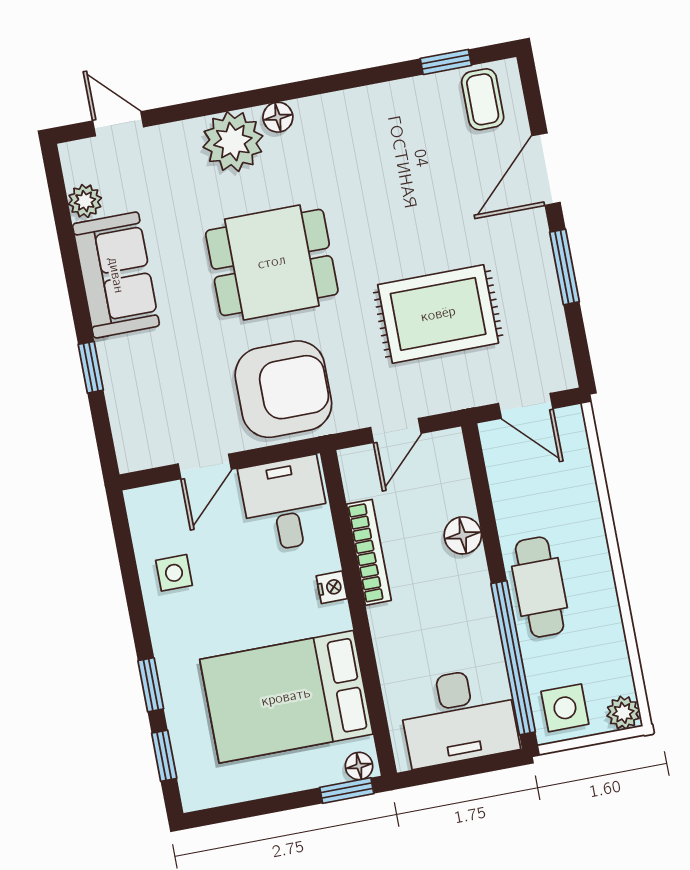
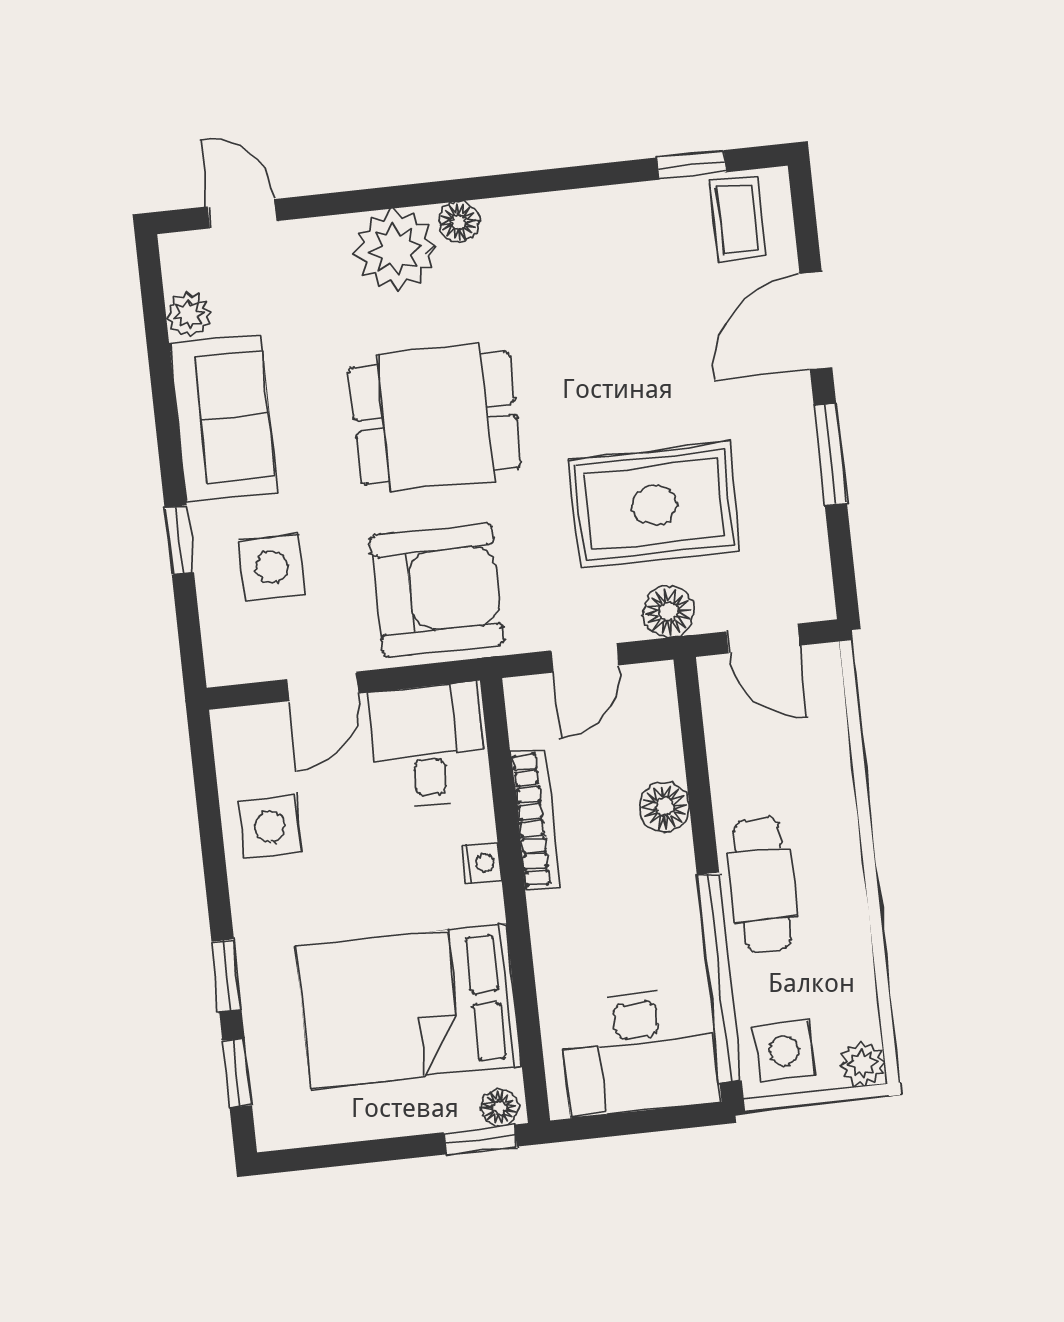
side table: (161, 382) -> (272, 568), added
floor lamp: (455, 392) -> (669, 612), added
side table: (174, 573) -> (270, 827), width x1.37, depth x1.37

